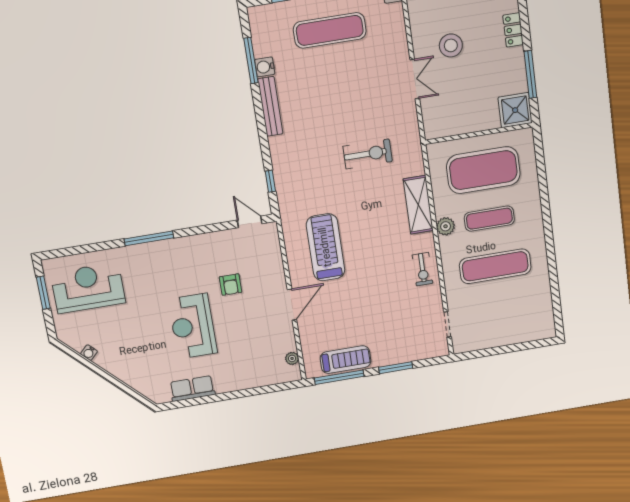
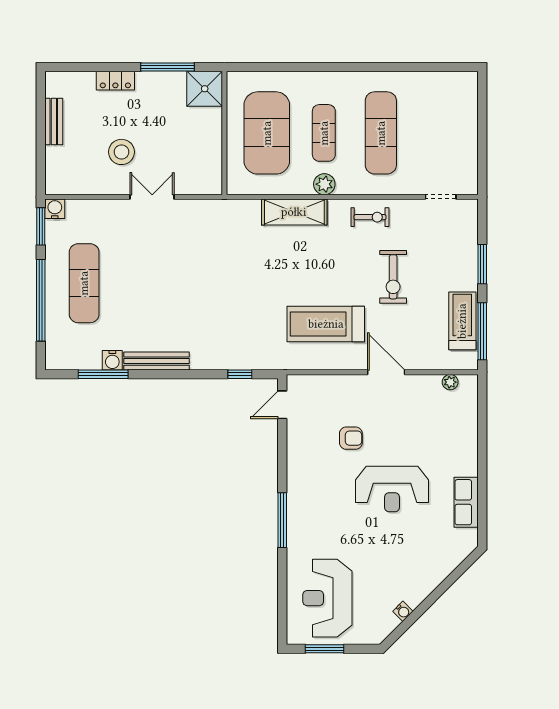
exercise bike: (368, 154) -> (393, 277), moved, turned 180

